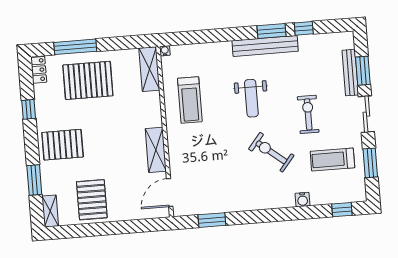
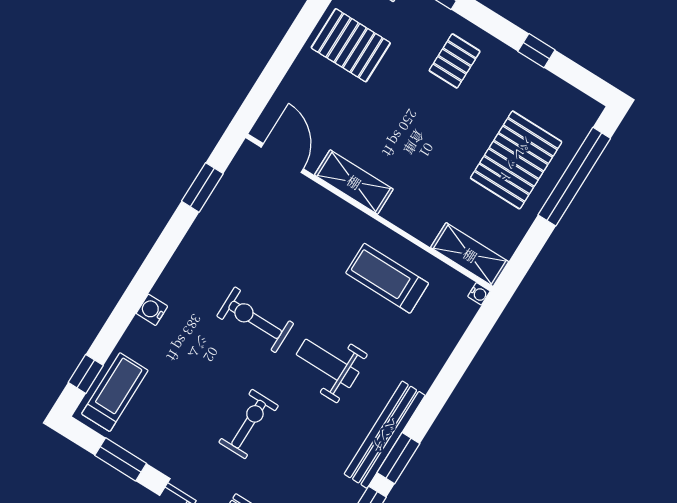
window: (75, 47) -> (574, 177), width x1.46
locker: (39, 70) -> (580, 104), removed
exercise bike: (308, 114) -> (249, 424), turned -90
pallet: (63, 145) -> (455, 61), width x0.67, depth x0.71
exercise bike: (271, 152) -> (255, 320), moved, turned -129
treadmill: (332, 160) -> (115, 392), moved
water cooler: (303, 200) -> (152, 310), moved

